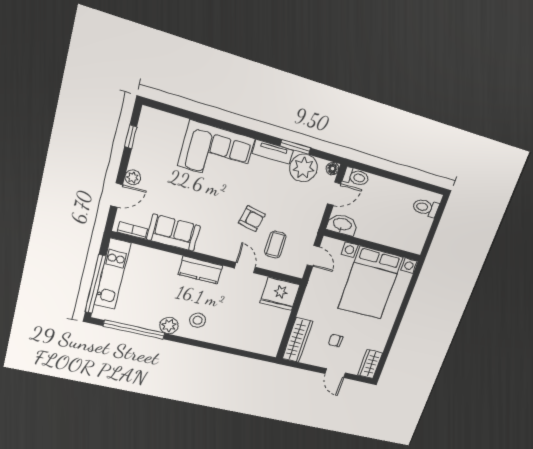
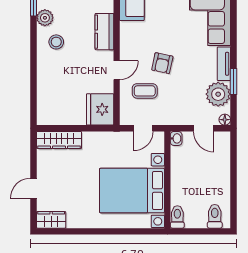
toilet: (356, 177) -> (177, 217), moved, turned 180
washbasin: (342, 225) -> (176, 138), width x0.52, depth x0.69
chair: (335, 341) -> (67, 177), removed

